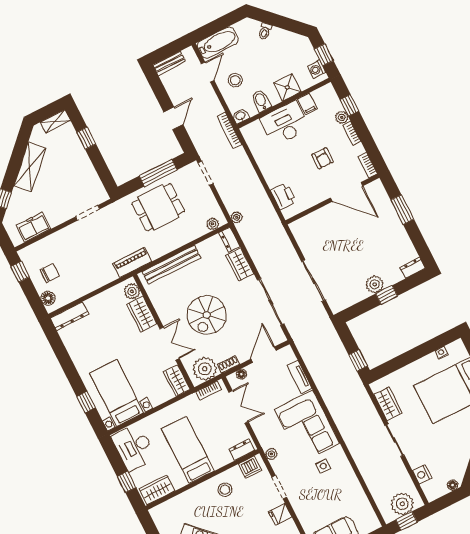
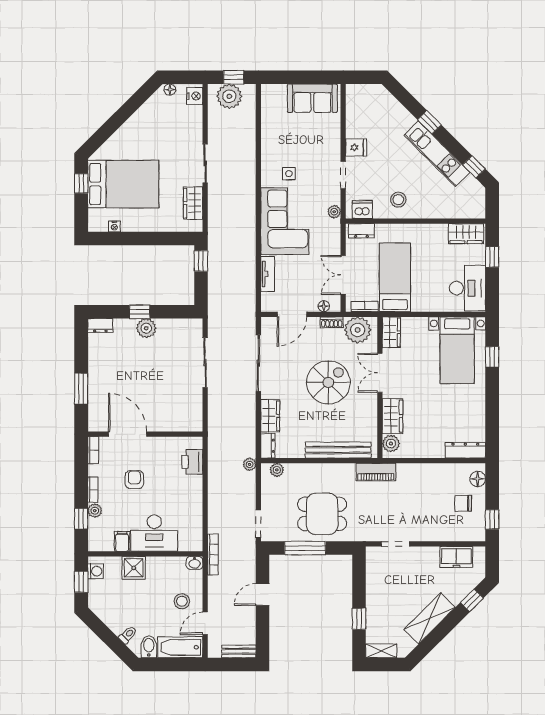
bidet: (261, 101) -> (149, 647), moved, turned 180
bed: (188, 450) -> (395, 277), moved, turned 180
nightstand: (422, 474) -> (195, 96), moved

